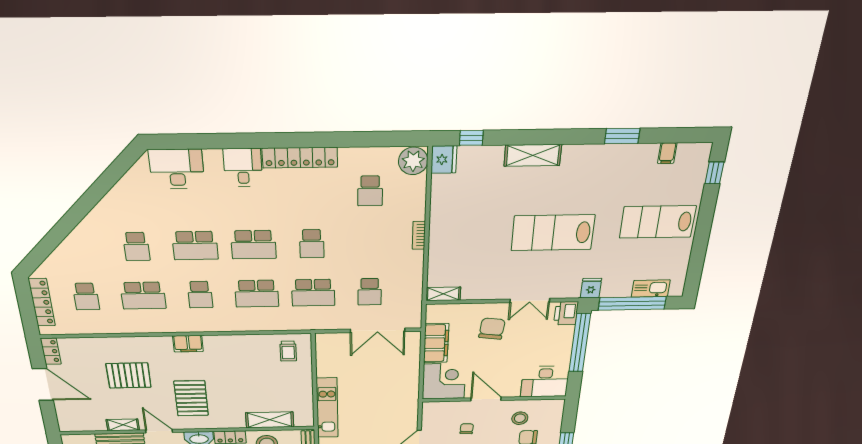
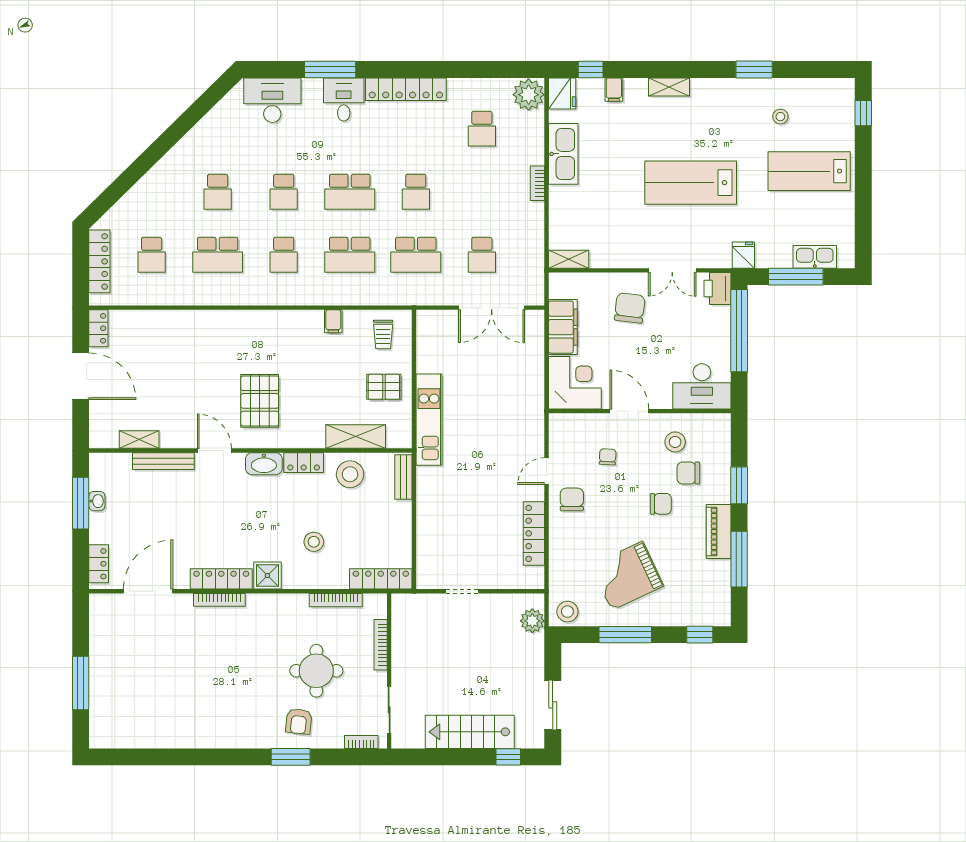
window: (228, 141) -> (330, 70), added
filing cabinet: (667, 153) -> (614, 90), moved
shelving: (533, 155) -> (669, 87), width x0.67, depth x0.75
stool: (640, 177) -> (780, 117), added
kitchen sink: (443, 211) -> (563, 154), added
school desk: (195, 246) -> (284, 192), width x0.54
window: (632, 303) -> (796, 277), width x0.68
filing cabinet: (188, 344) -> (333, 321), moved, width x0.50
pallet: (129, 375) -> (384, 387), moved, width x0.67, depth x0.71
shelving: (123, 425) -> (139, 439), moved

